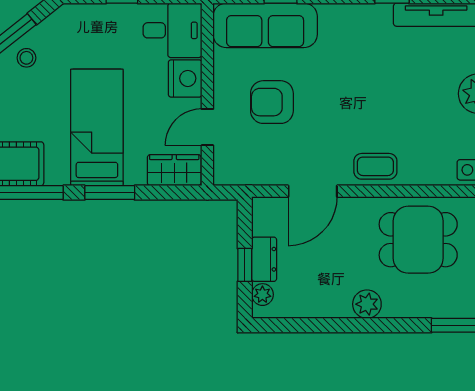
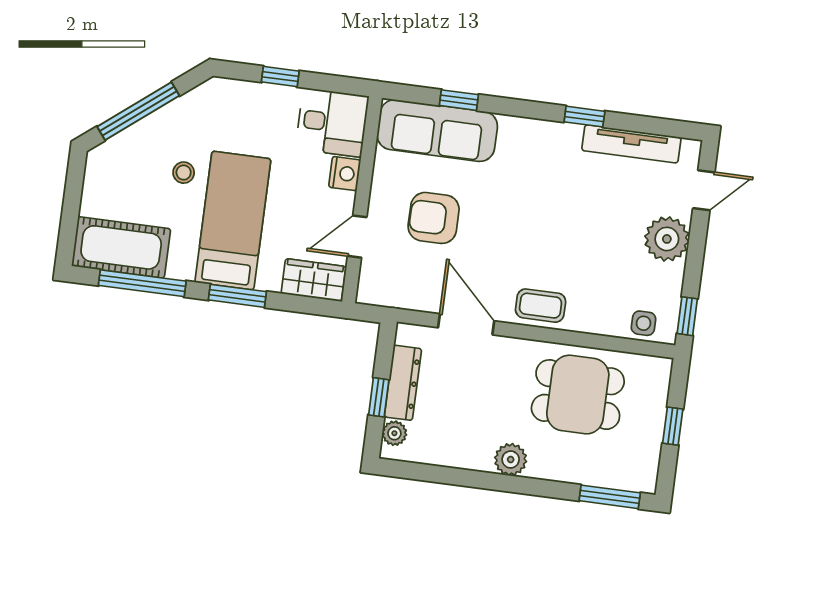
stool: (26, 58) -> (184, 173), moved
nightstand: (185, 78) -> (345, 174), width x0.74, depth x0.75
door: (313, 191) -> (466, 324), swing flipped
dresser: (264, 259) -> (403, 383), width x1.44

